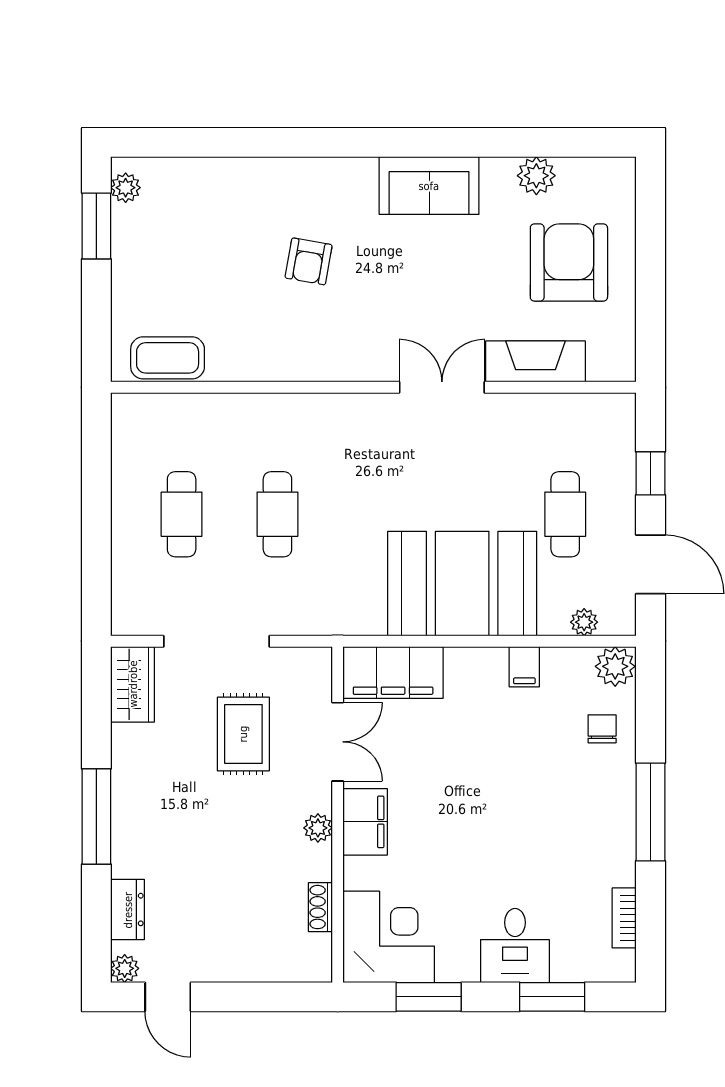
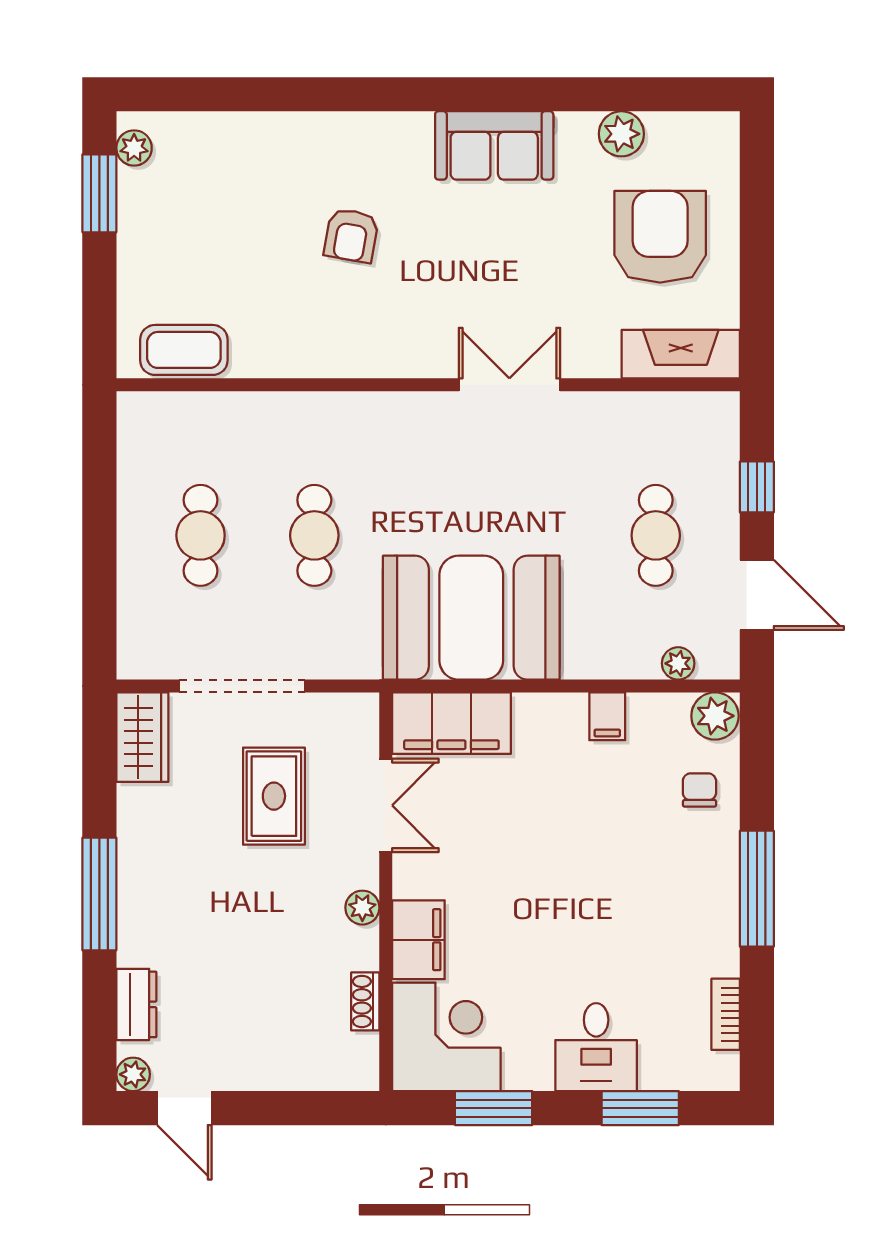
fireplace: (535, 361) -> (681, 354), moved
booth: (462, 584) -> (471, 618), moved
filing cabinet: (365, 822) -> (418, 940), moved

